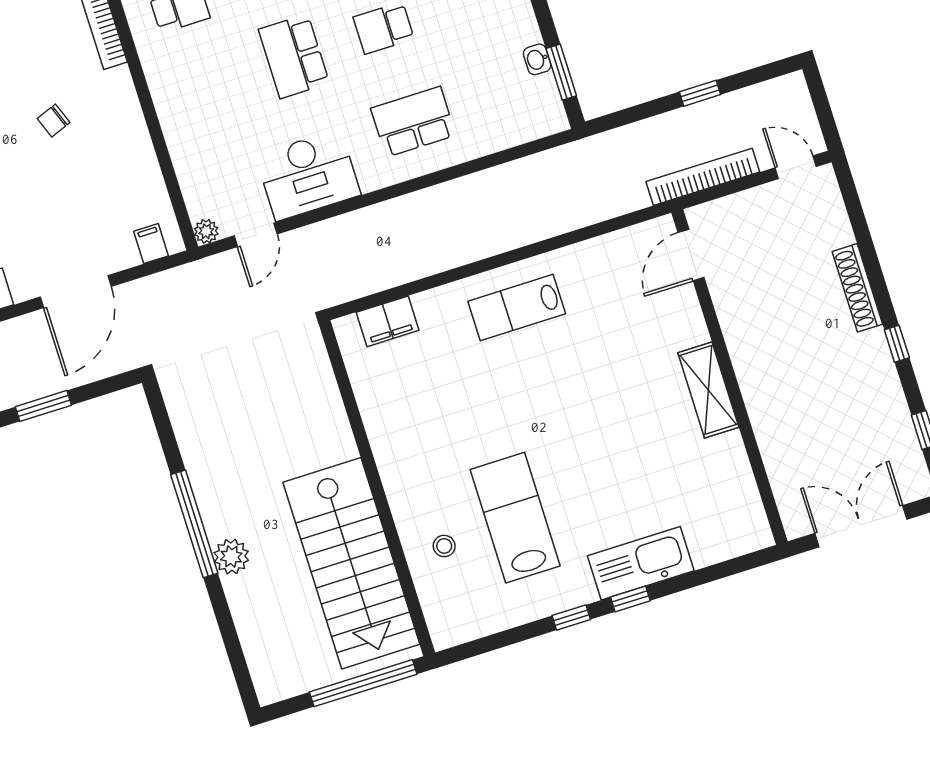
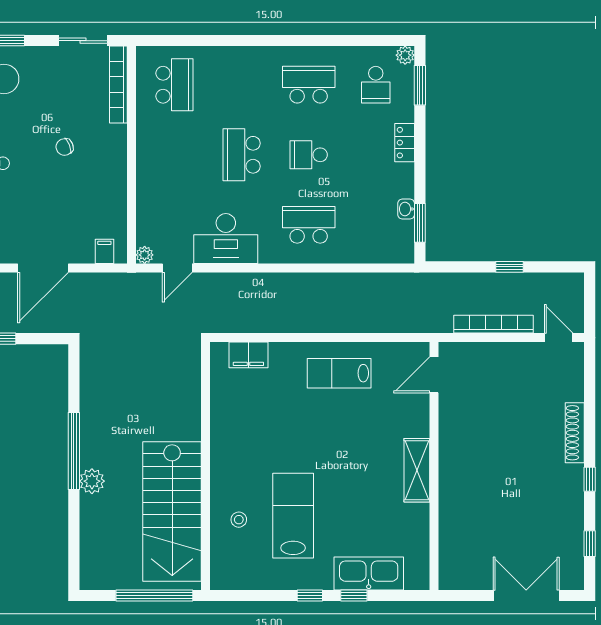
door: (691, 255) -> (434, 375), moved
wall: (730, 377) -> (434, 466), moved
shelving: (708, 390) -> (417, 470), moved

